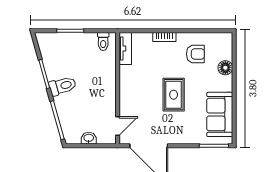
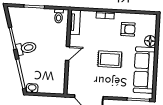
rug: (174, 95) -> (110, 59), turned 90
sofa: (220, 114) -> (144, 70), width x1.36
door: (118, 126) -> (68, 53), moved
washbasin: (89, 138) -> (32, 88), moved

